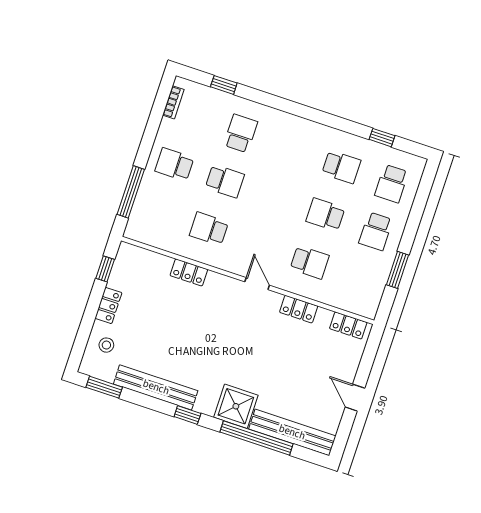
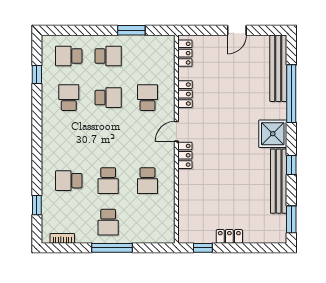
school desk: (225, 181) -> (108, 181), turned 180
school desk: (392, 184) -> (69, 56), turned 180
window: (131, 192) -> (112, 248), moved
school desk: (325, 215) -> (108, 98), turned -90
locker: (189, 272) -> (185, 155), moved
stool: (106, 345) -> (259, 228), removed
shower: (236, 406) -> (273, 134), moved
window: (187, 415) -> (291, 165), moved

